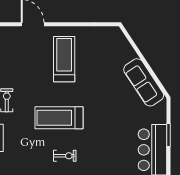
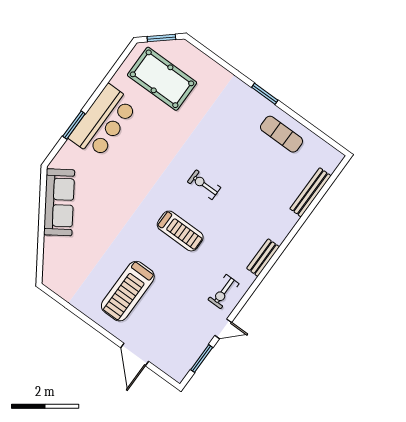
treadmill: (59, 118) -> (180, 231), width x0.73, depth x0.73

